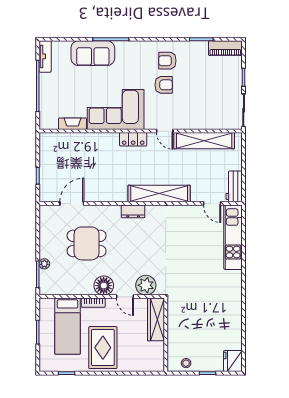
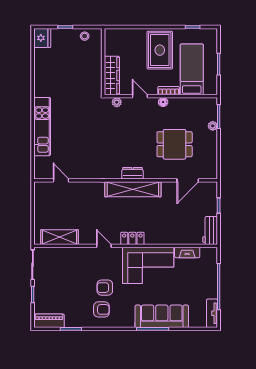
sofa: (93, 53) -> (162, 316), width x1.36
shelving: (204, 141) -> (60, 237), width x0.68
workbench: (234, 186) -> (210, 231), moved, turned 180
shelving: (159, 194) -> (133, 189), moved
kitchen unit: (233, 237) -> (42, 127), moved
plant: (146, 285) -> (117, 102), width x0.53, depth x0.53
floor lamp: (104, 286) -> (163, 102), width x0.53, depth x0.53

